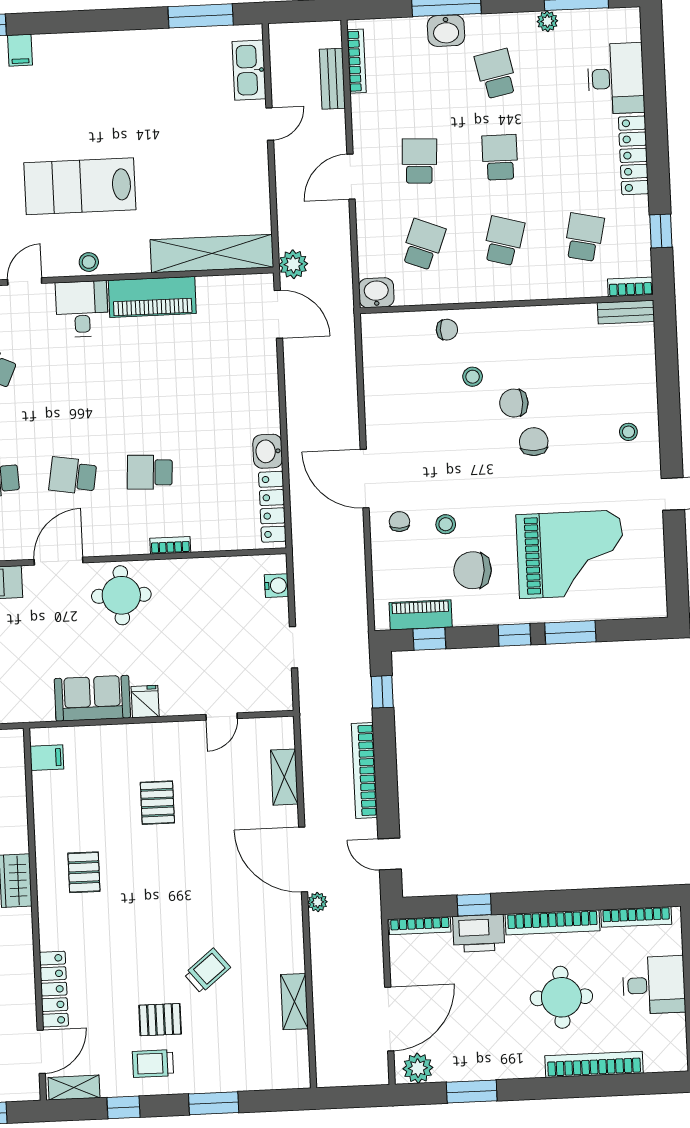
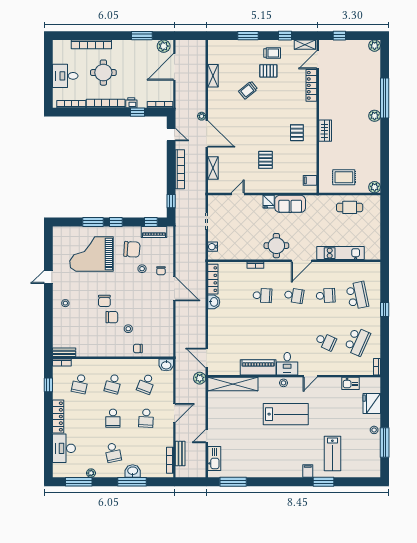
printer: (479, 933) -> (131, 103), width x0.53, depth x0.68

